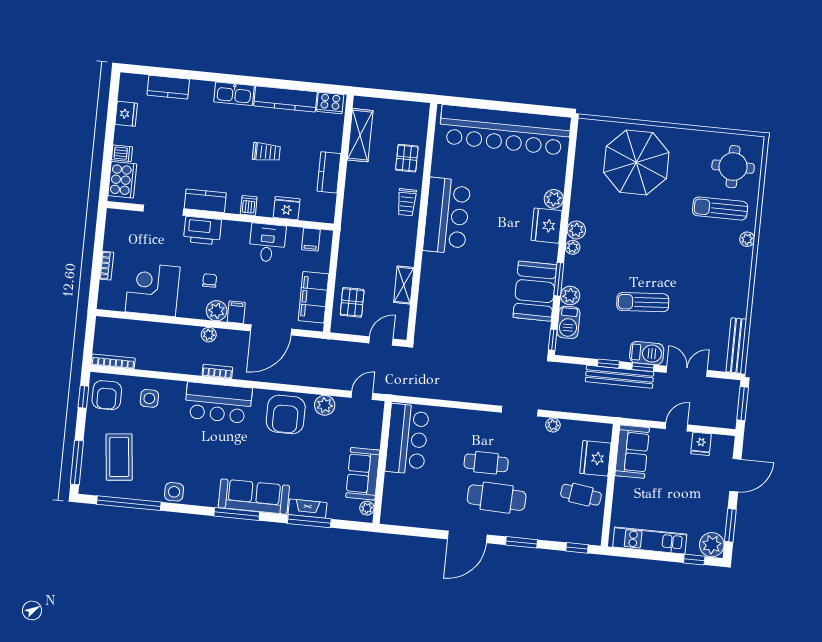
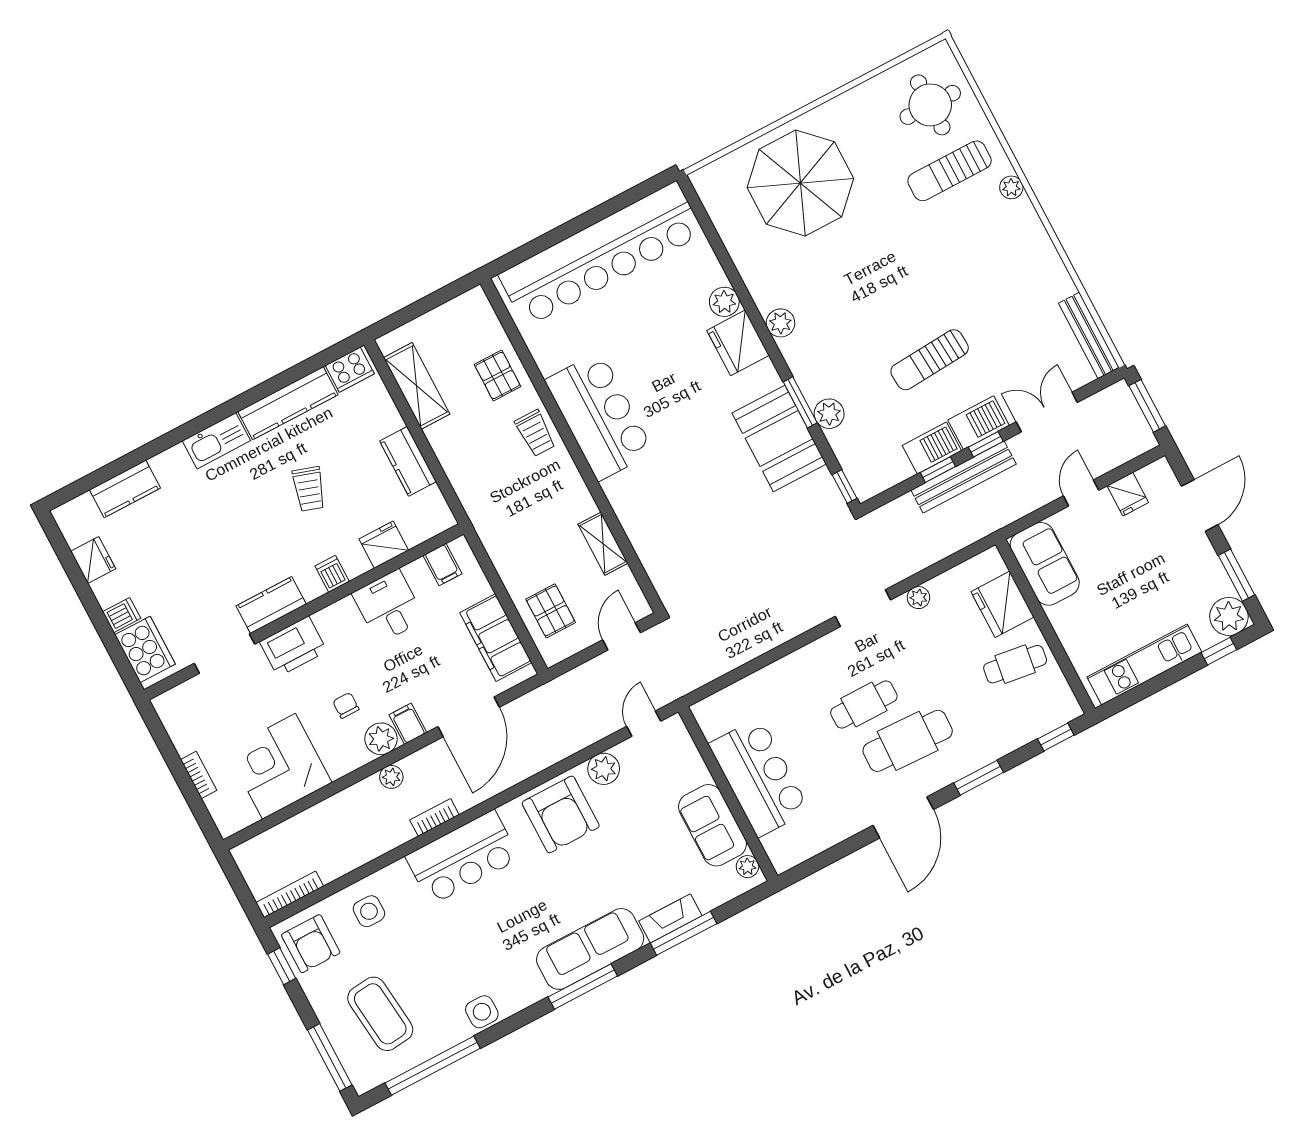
trolley: (266, 152) -> (309, 489), turned 108
plant: (573, 247) -> (791, 349), removed
barbecue: (568, 322) -> (932, 448), moved, turned -90
bar counter: (407, 439) -> (759, 777), moved

